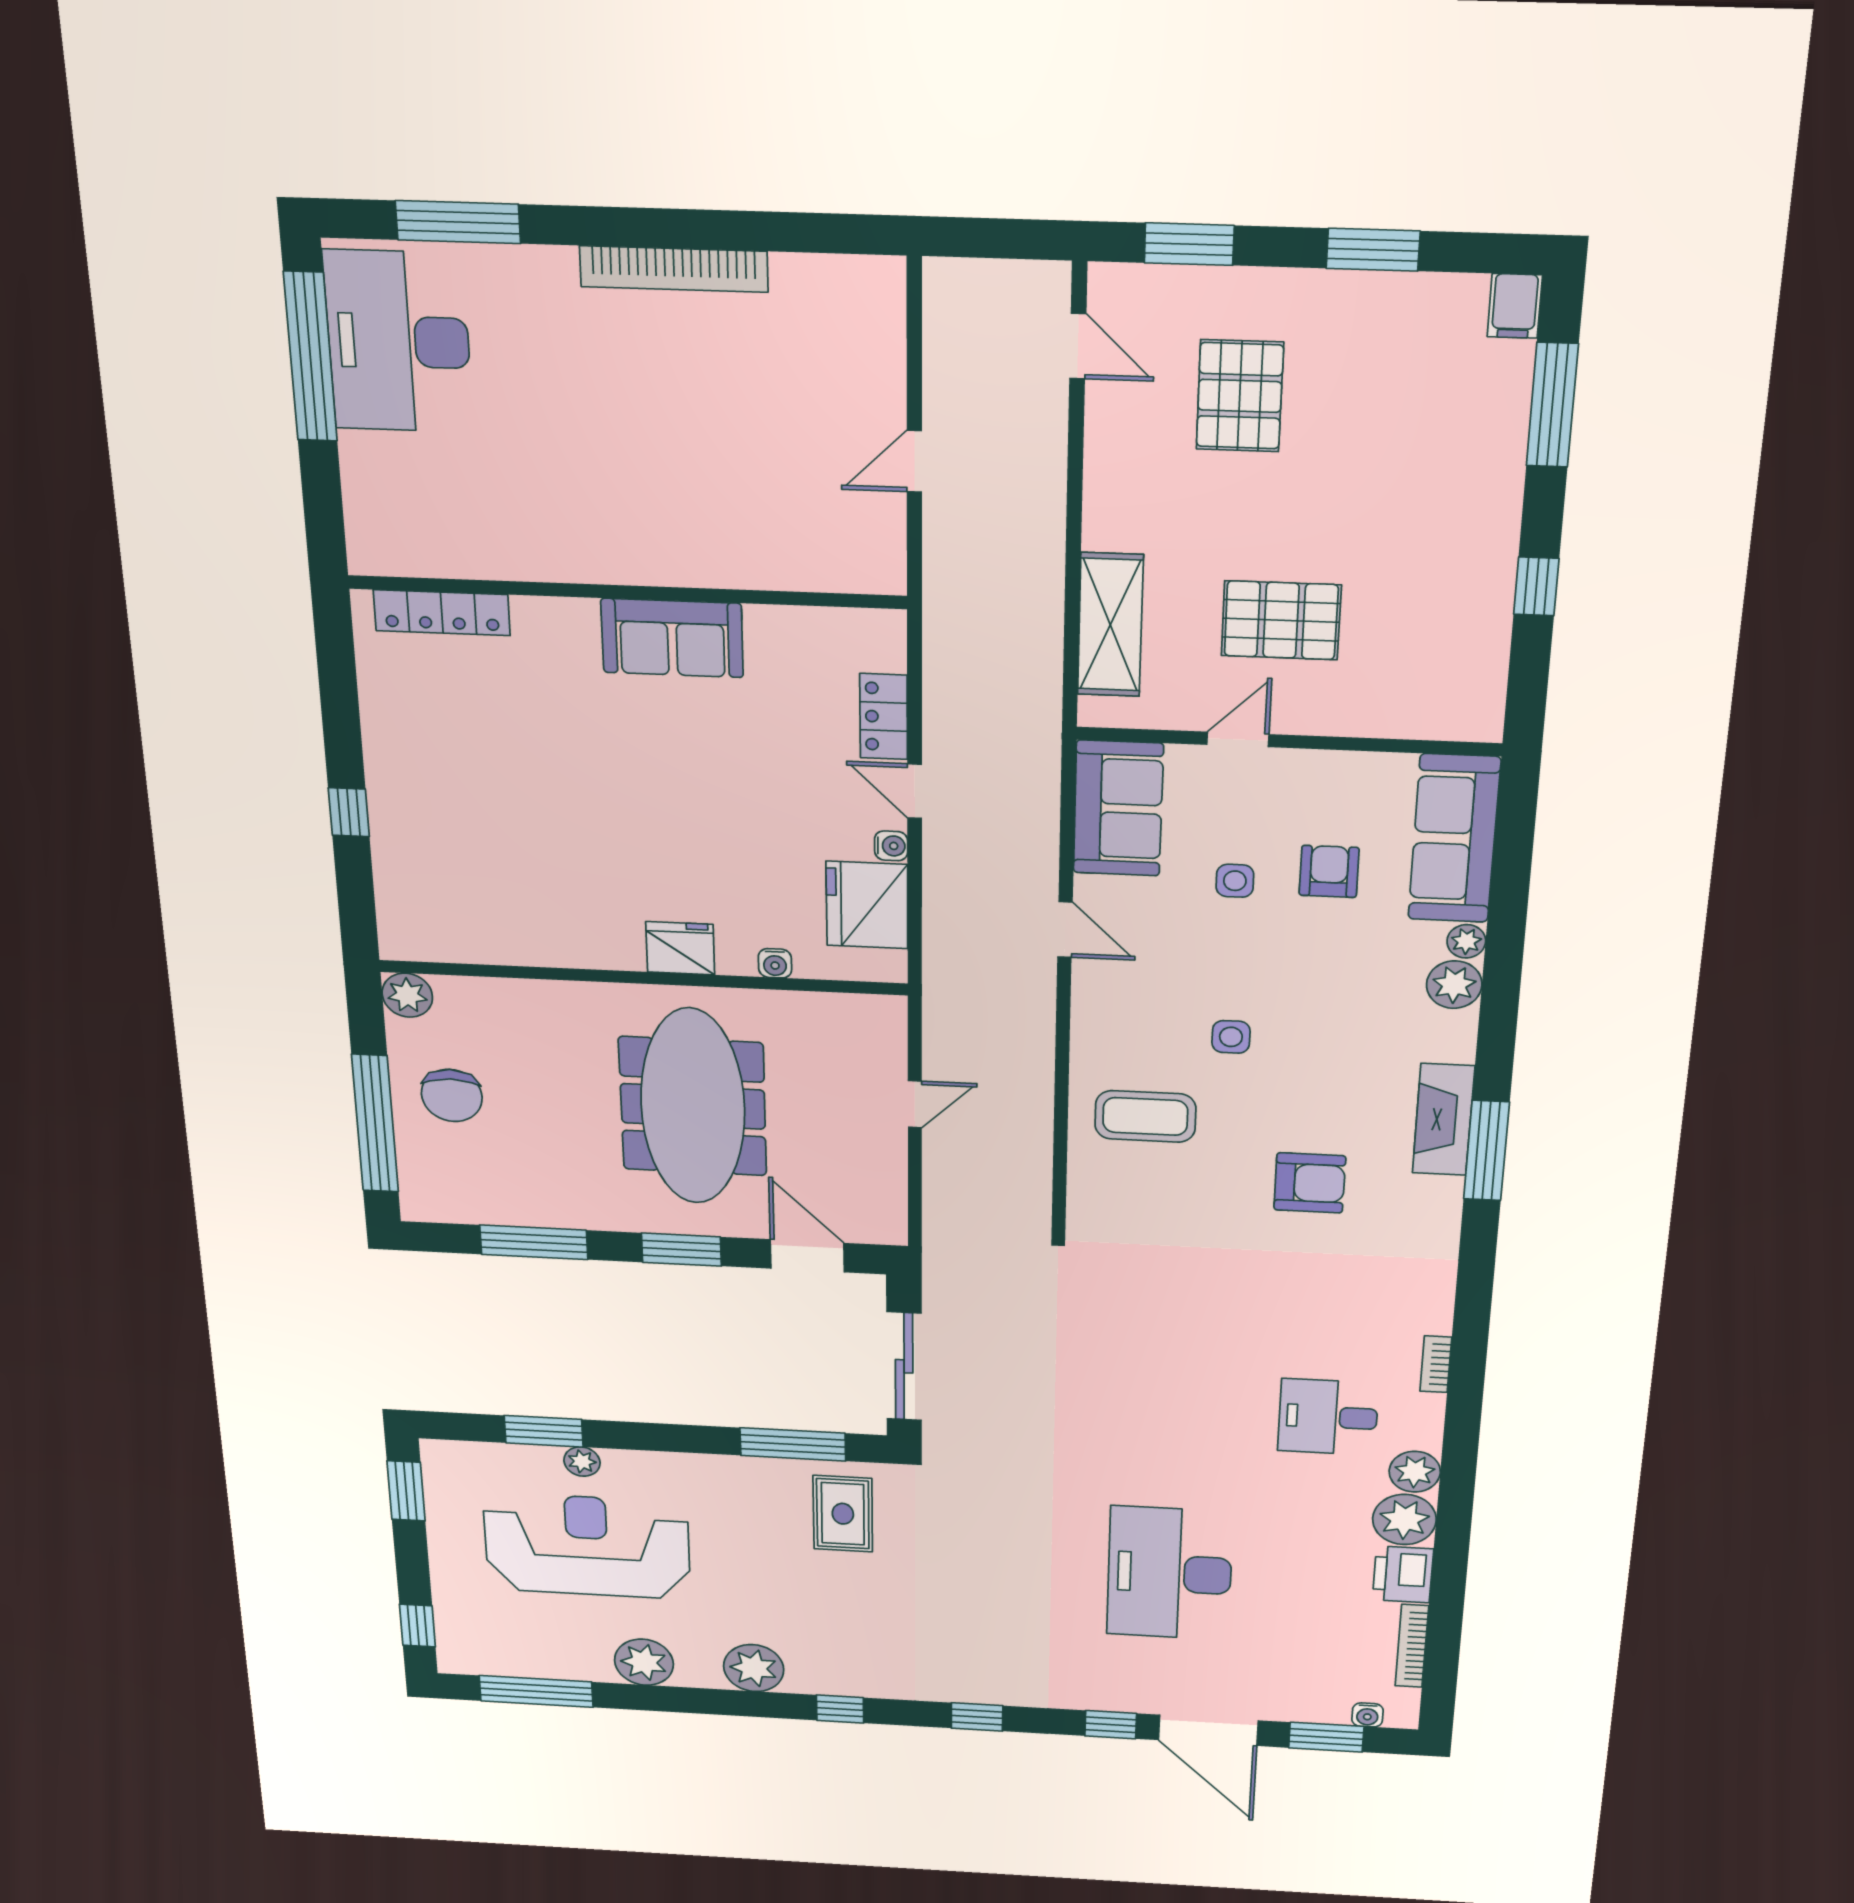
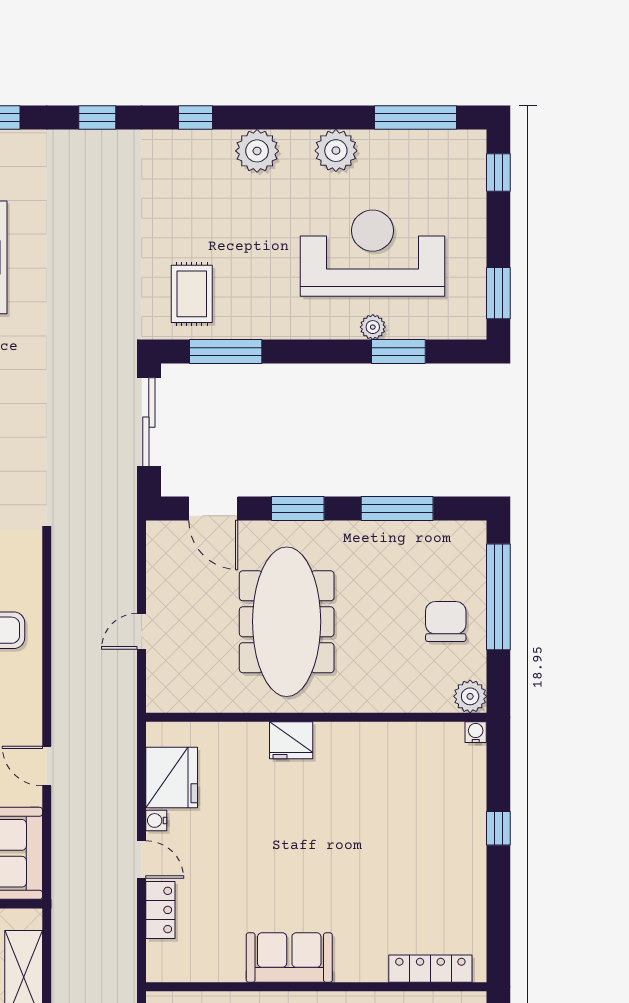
water cooler: (775, 963) -> (476, 732), moved
reception desk: (587, 1546) -> (373, 253), turned 180

